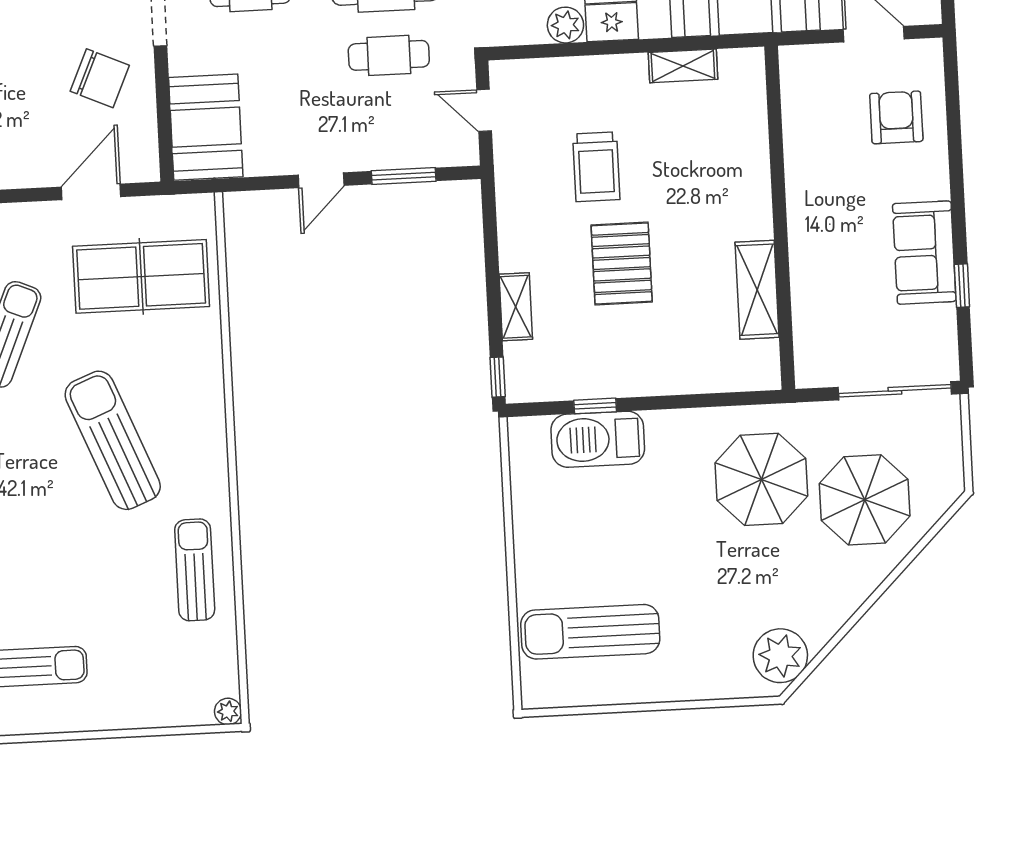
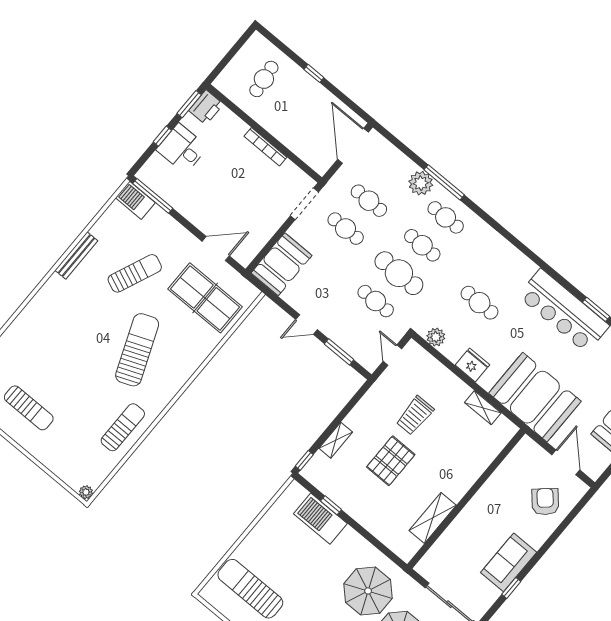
plant: (565, 25) -> (436, 337), moved
chair: (100, 78) -> (259, 209), removed
armchair: (896, 117) -> (545, 502), turned -42

